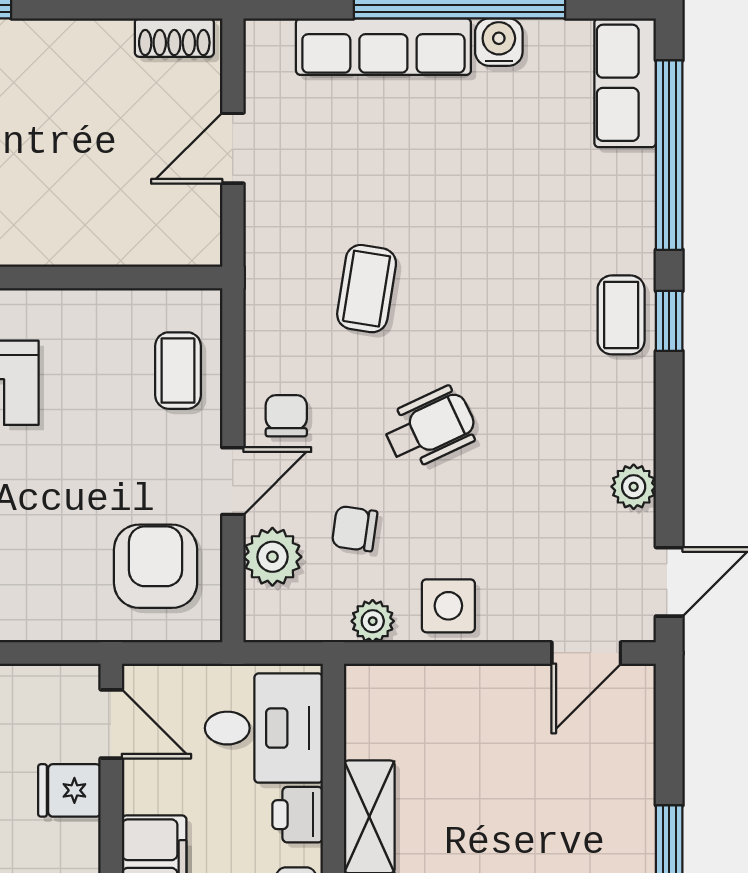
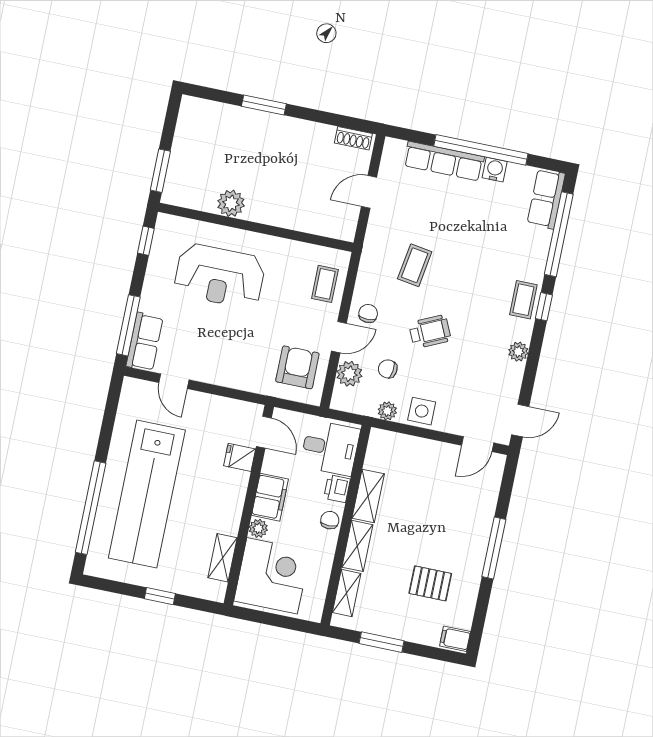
plant: (634, 487) -> (518, 352), moved

